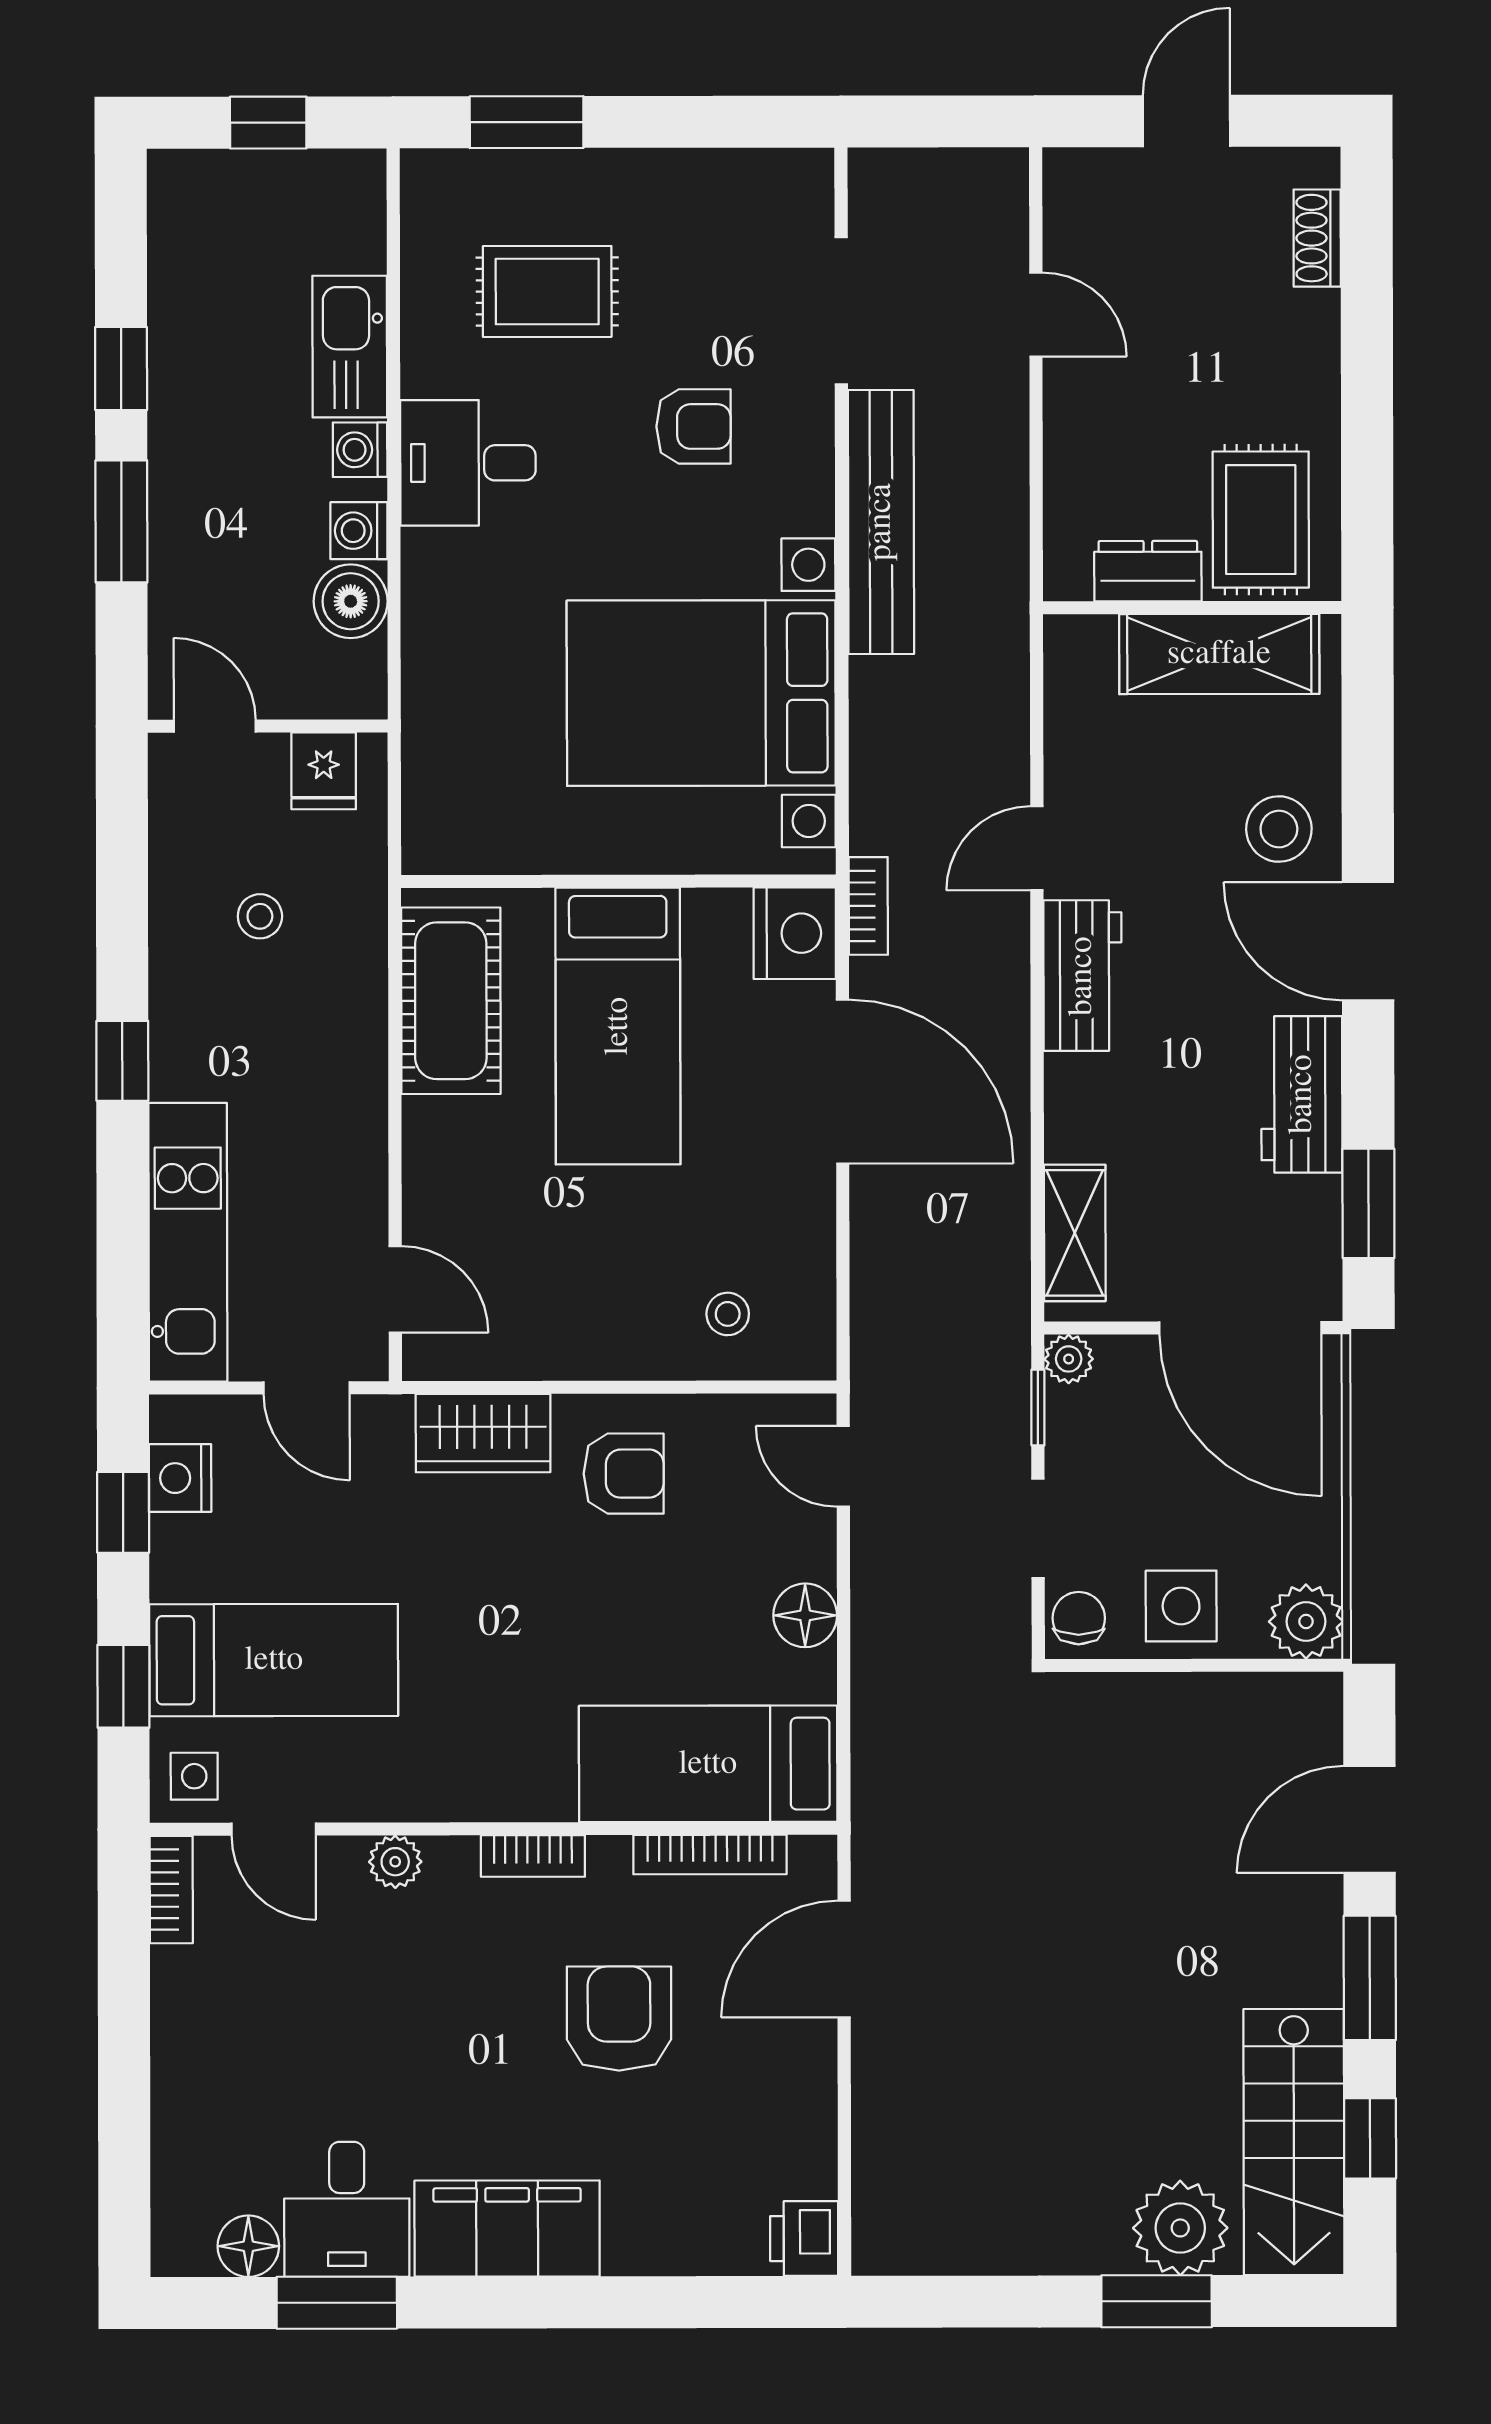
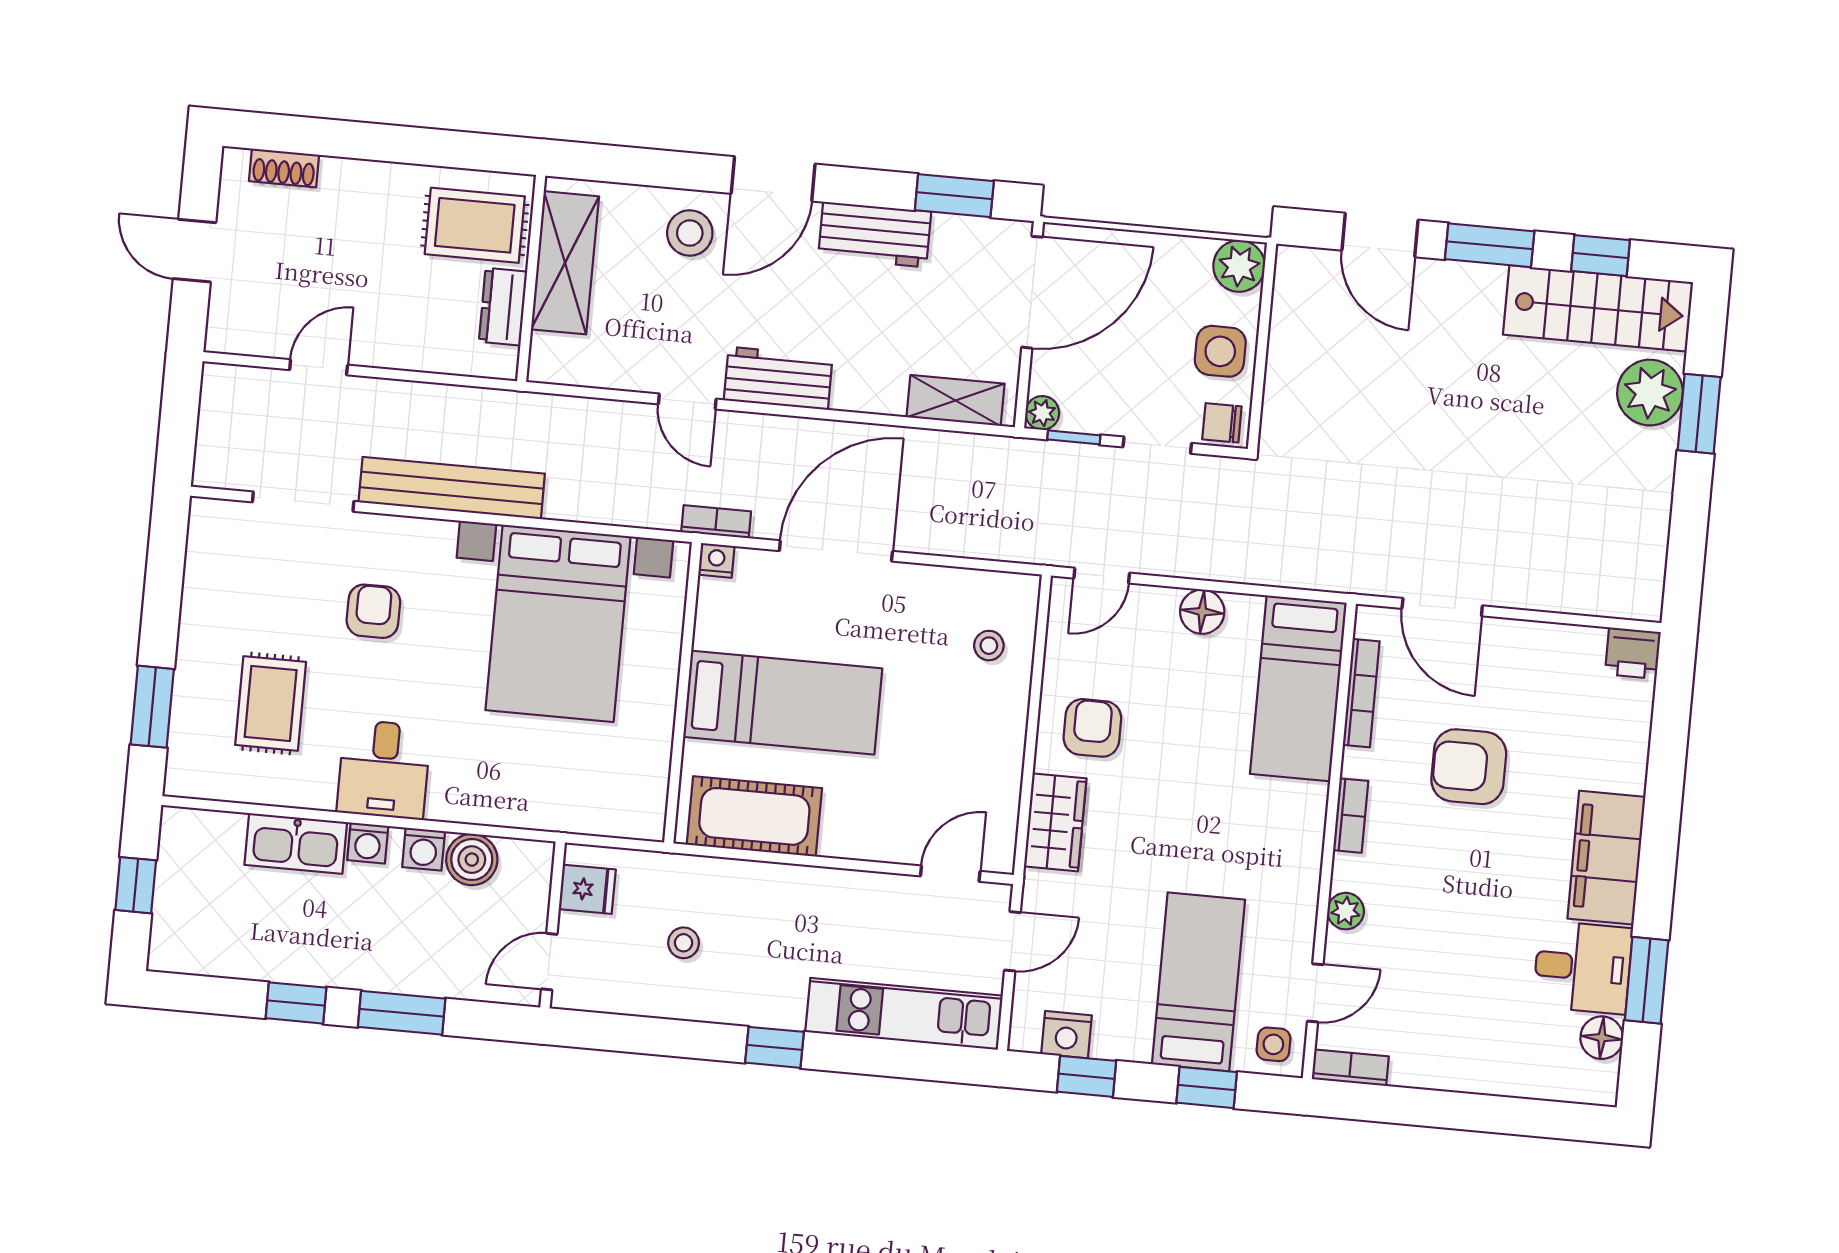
nightstand: (795, 933) -> (716, 560), width x0.53, depth x0.56

